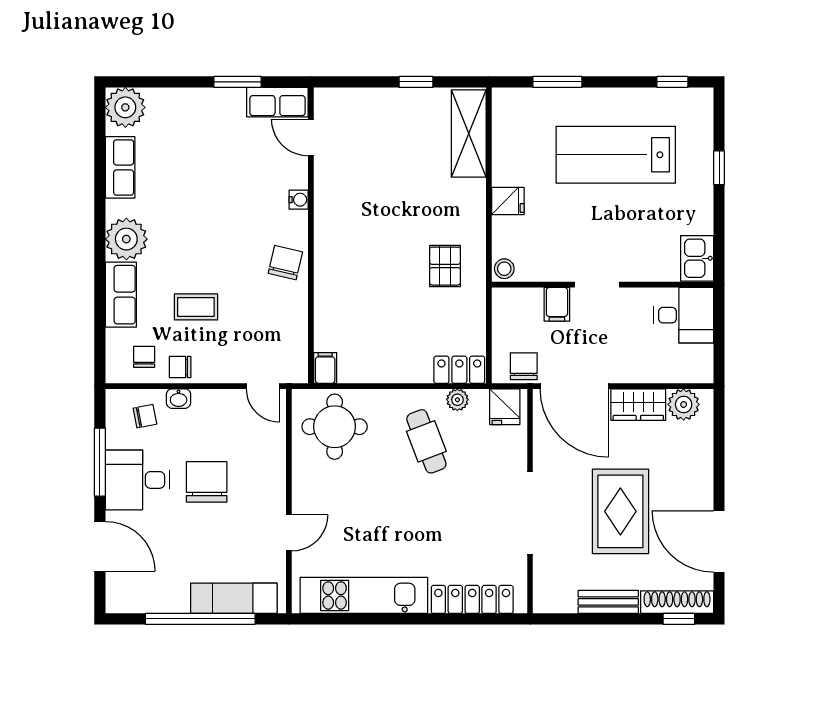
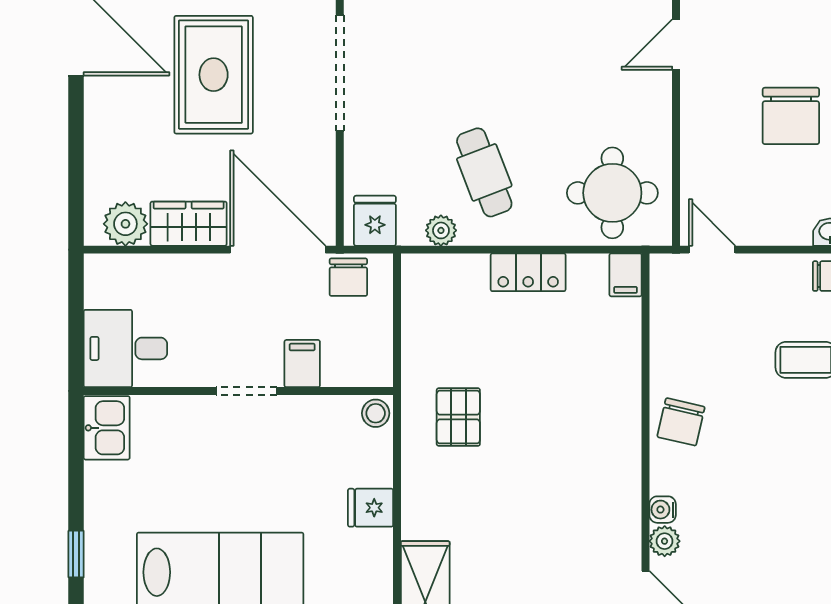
plant: (297, 177) -> (665, 541), added
locker: (459, 370) -> (528, 272), moved

